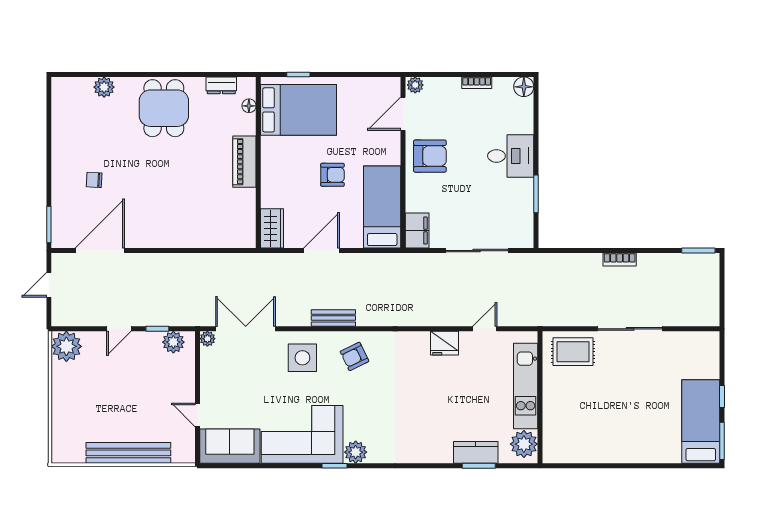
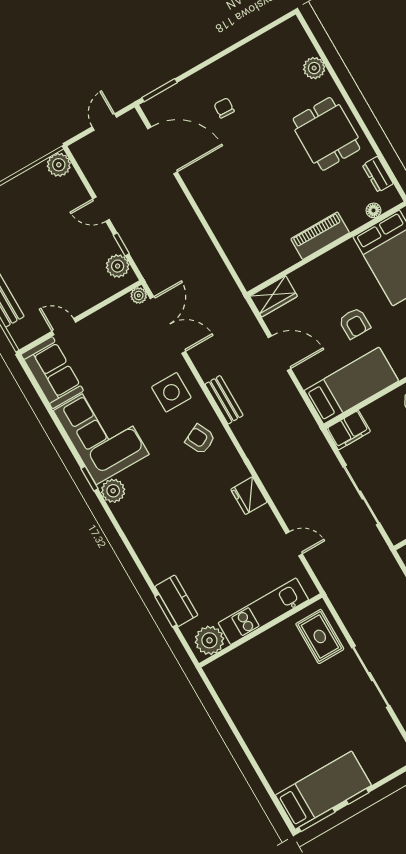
dining table: (164, 108) -> (326, 134), turned 90
door: (49, 285) -> (104, 122), hinge flipped
fridge: (444, 343) -> (249, 496), moved
plant: (66, 346) -> (59, 165), width x0.73, depth x0.73
door: (198, 415) -> (64, 327), hinge flipped

